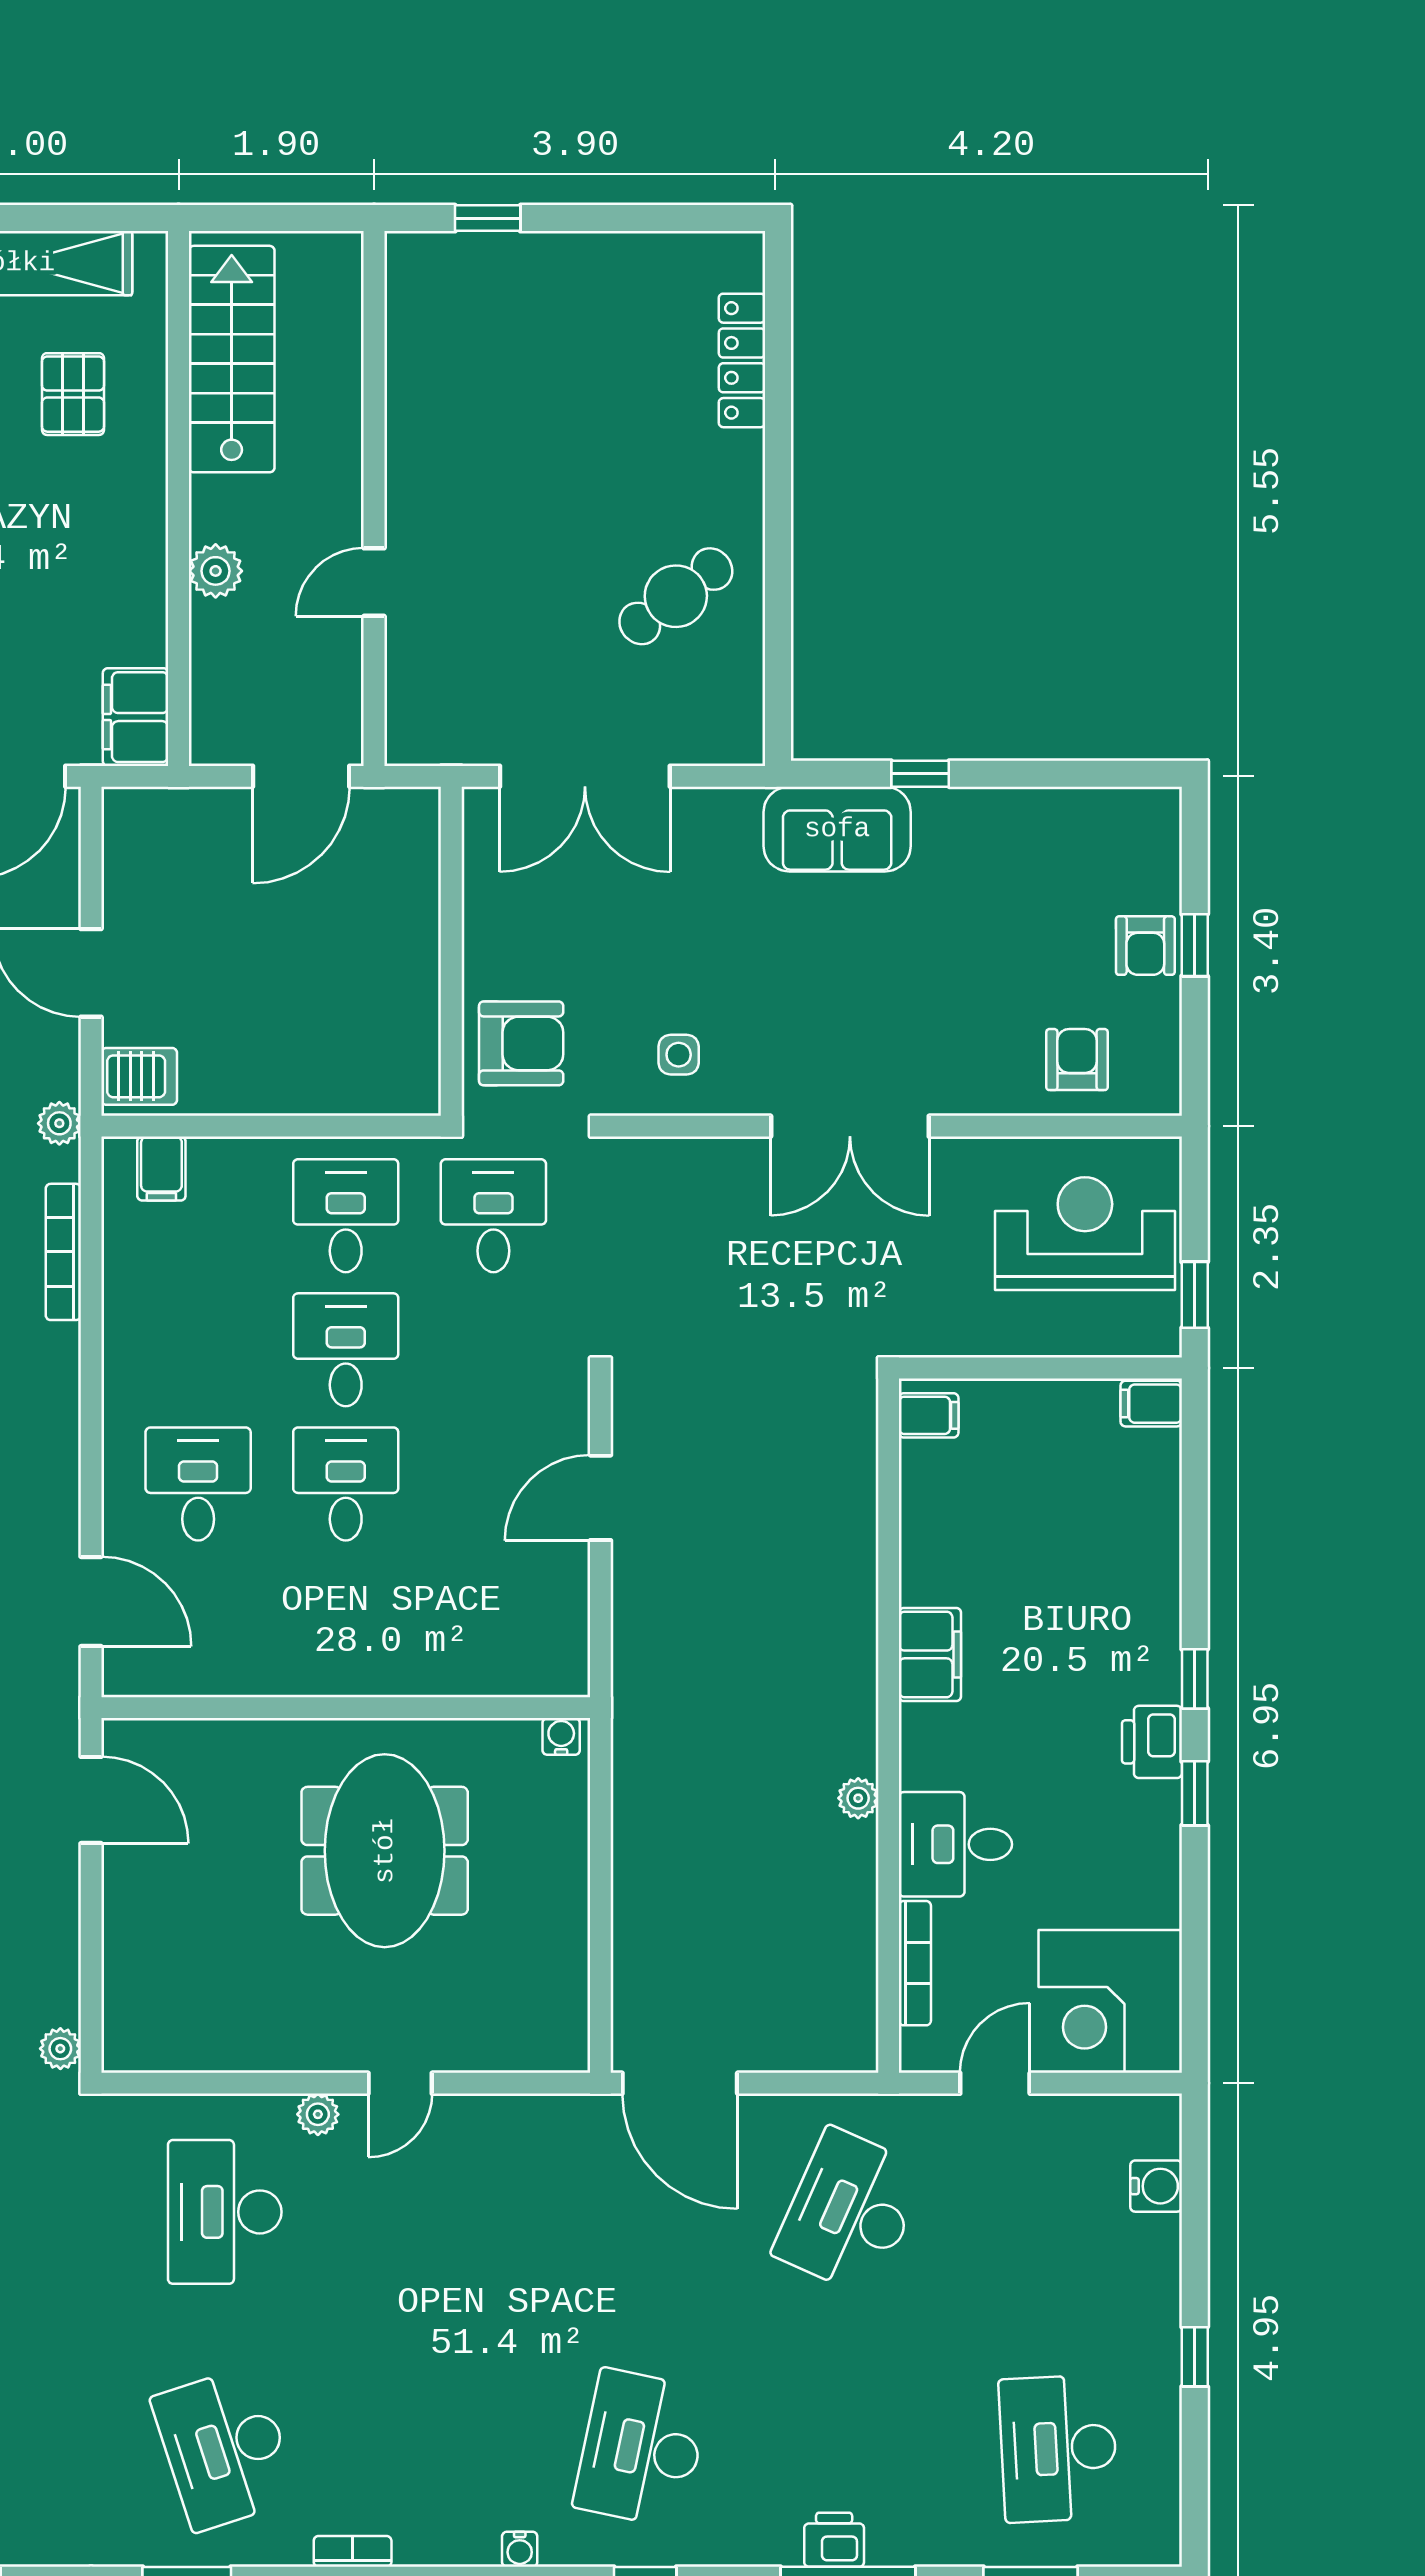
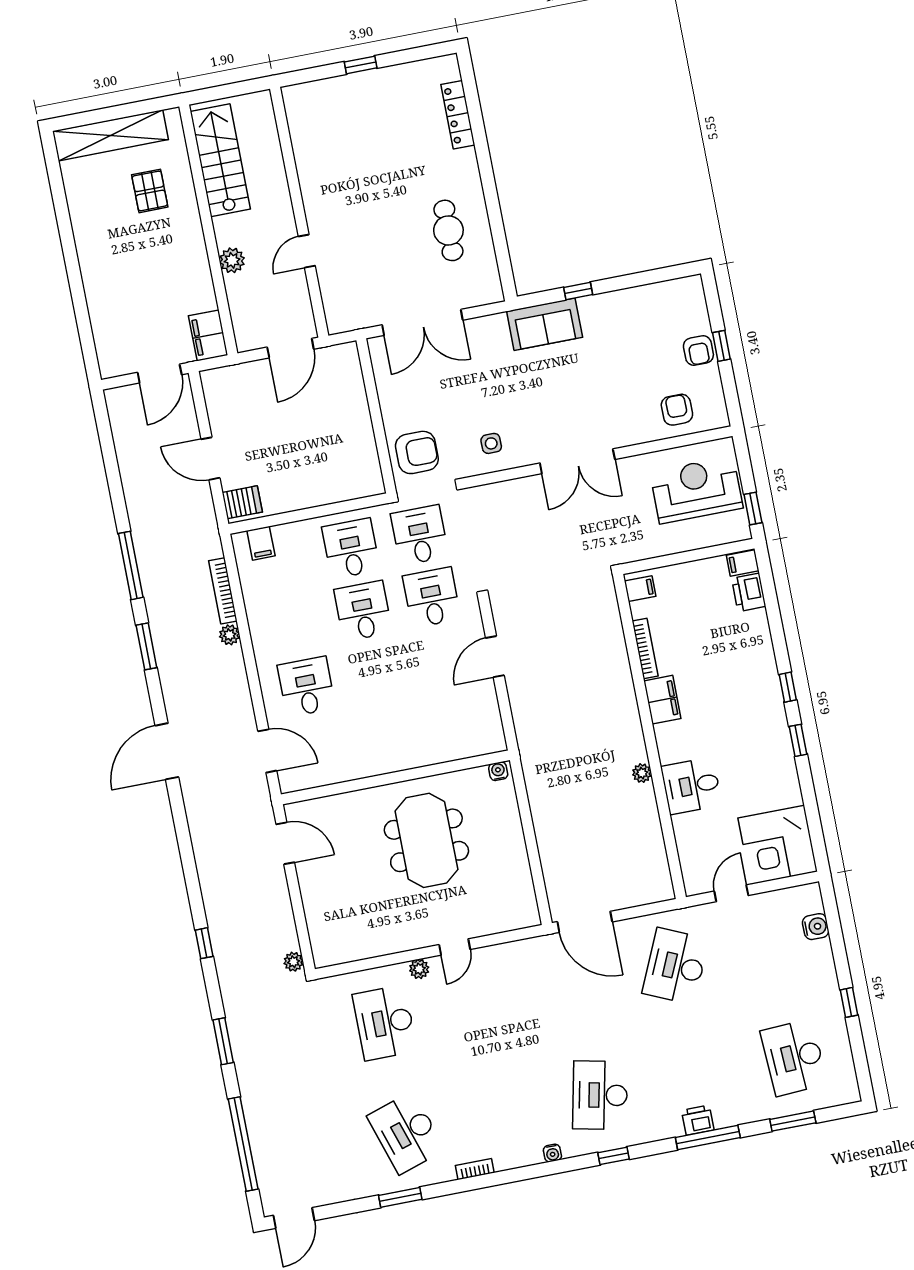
window: (488, 218) -> (361, 65), moved
cafe table: (676, 596) -> (448, 230), turned -53
plant: (59, 1123) -> (229, 635), moved
desk: (346, 1484) -> (432, 597), moved
printer: (1152, 1742) -> (749, 592), moved
bookcase: (915, 1963) -> (645, 649), moved

